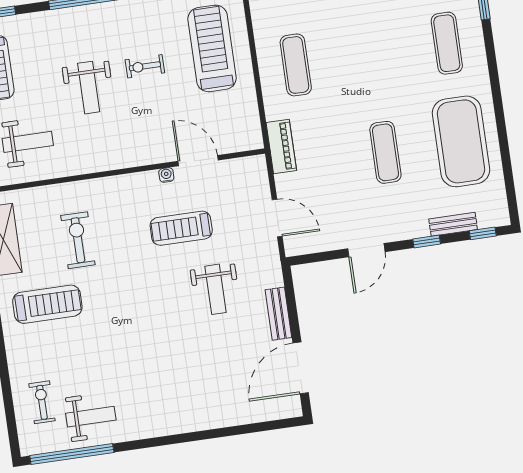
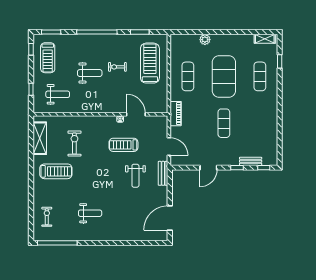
weight bench: (89, 88) -> (90, 73), turned -90
exercise mat: (461, 141) -> (224, 76), moved
bench: (278, 314) -> (163, 173), moved
weight bench: (91, 417) -> (90, 213), moved

